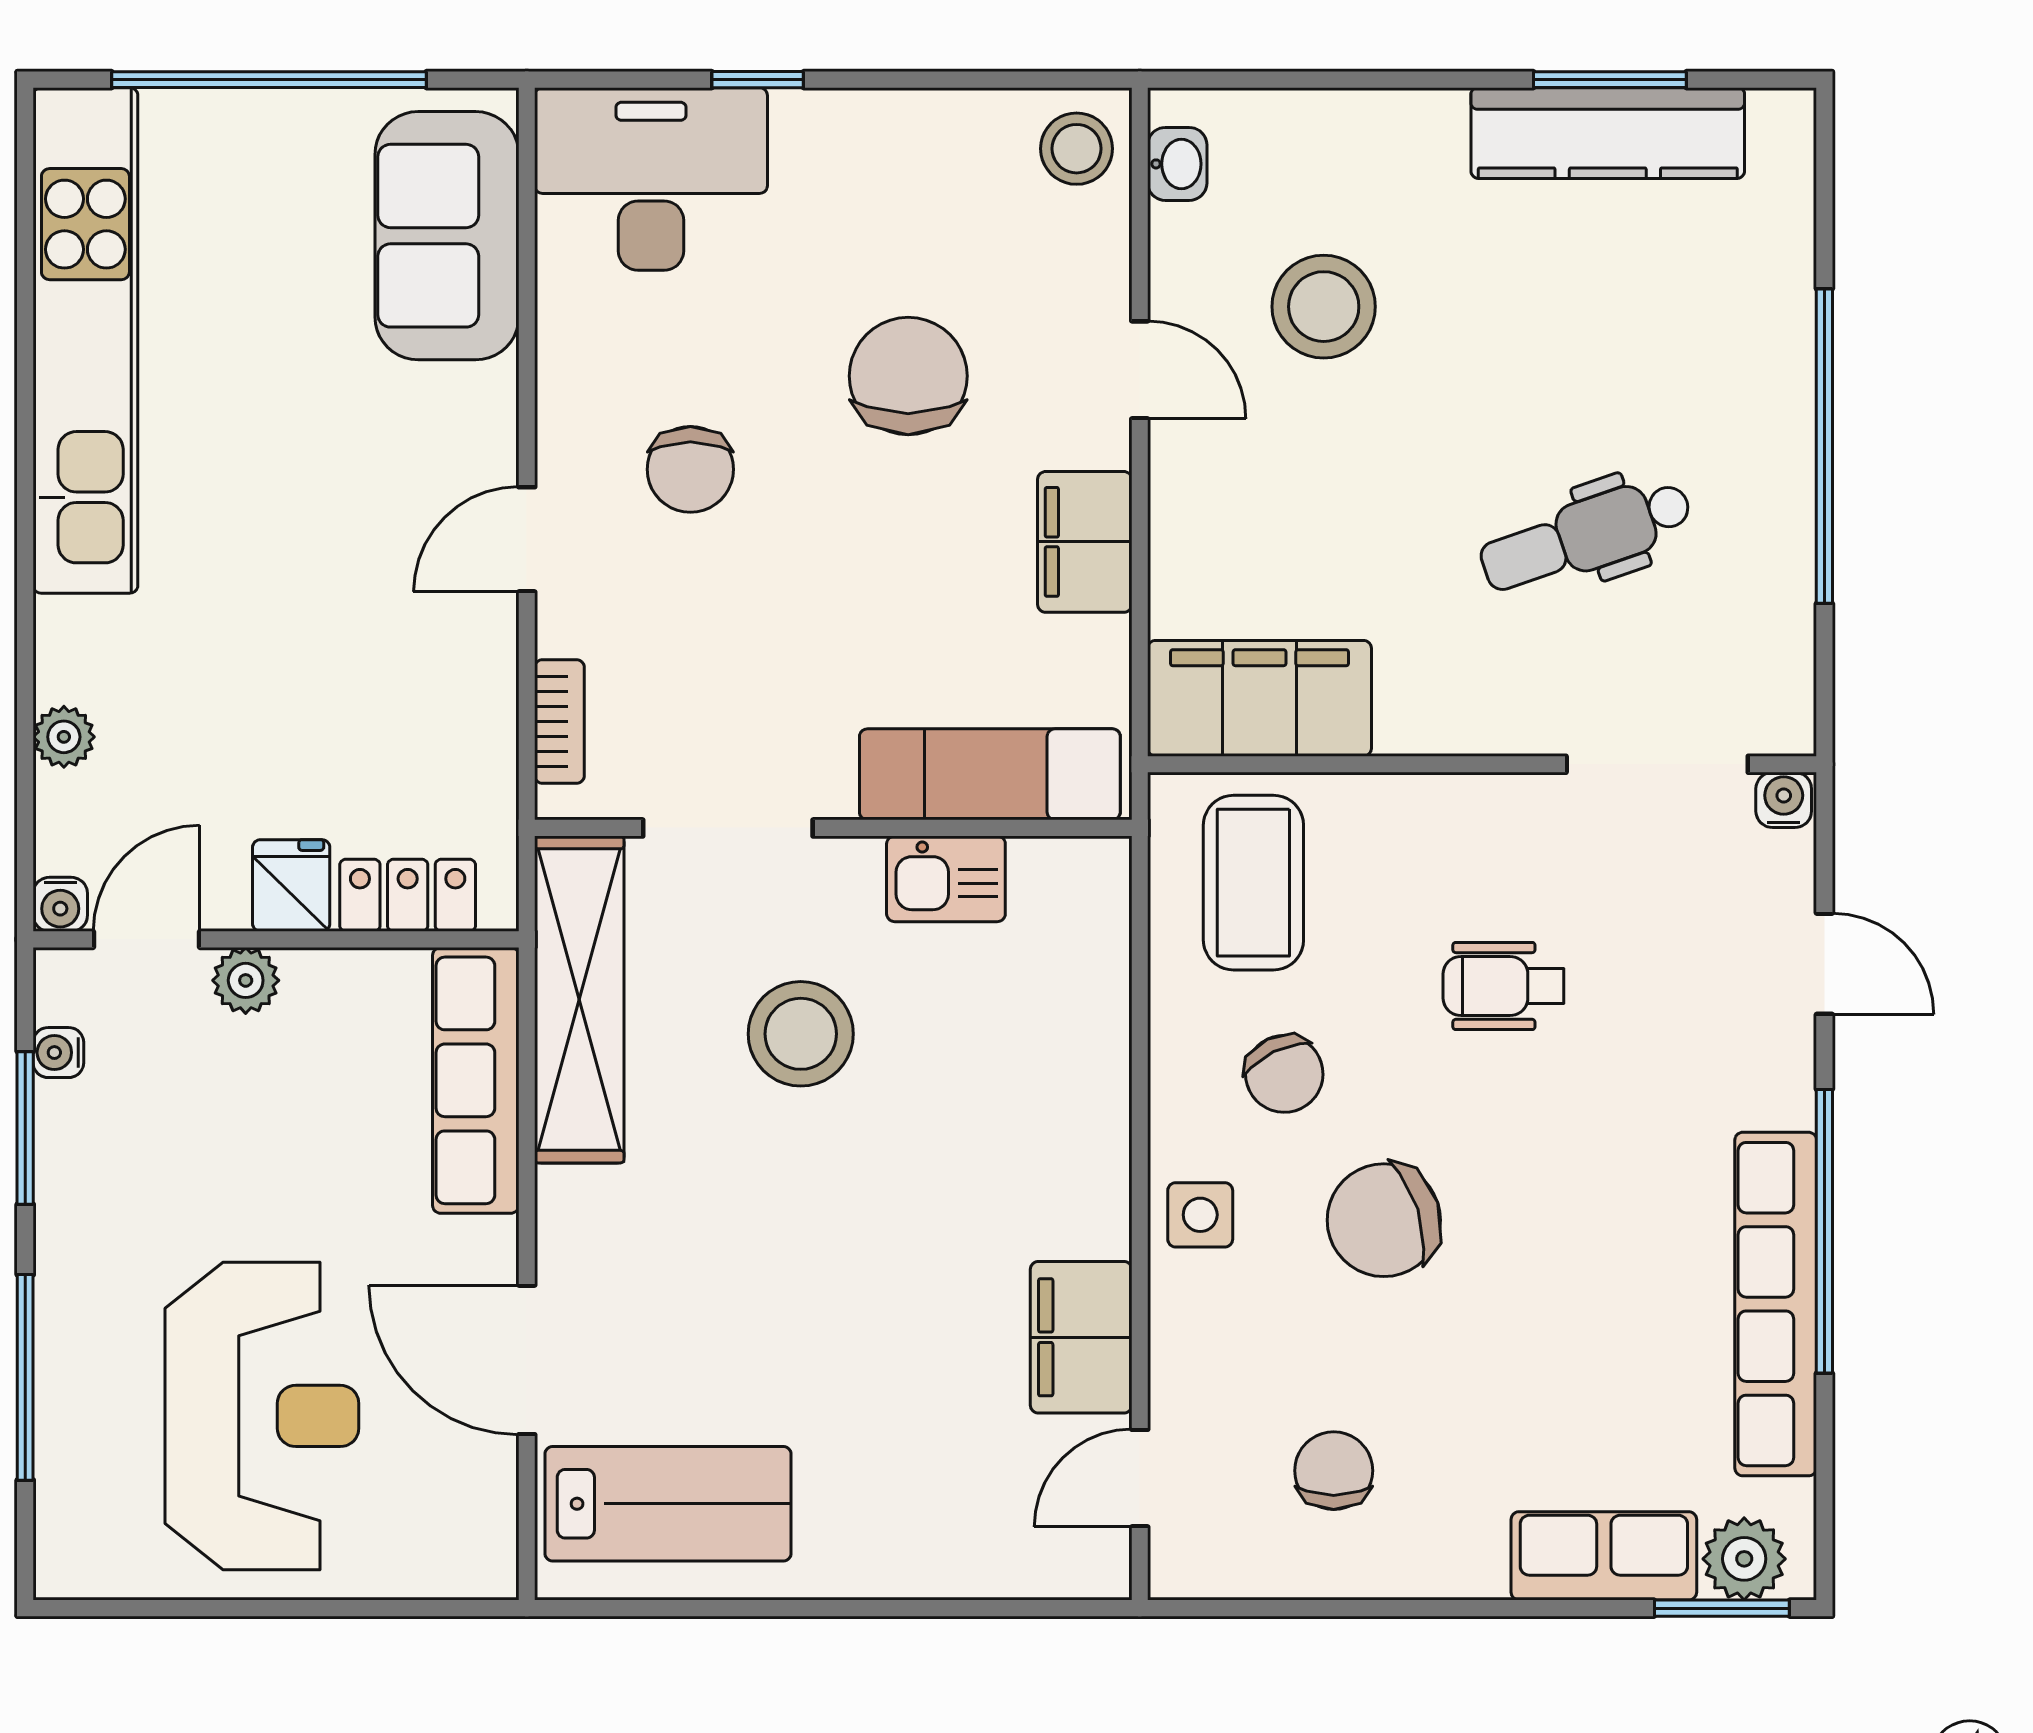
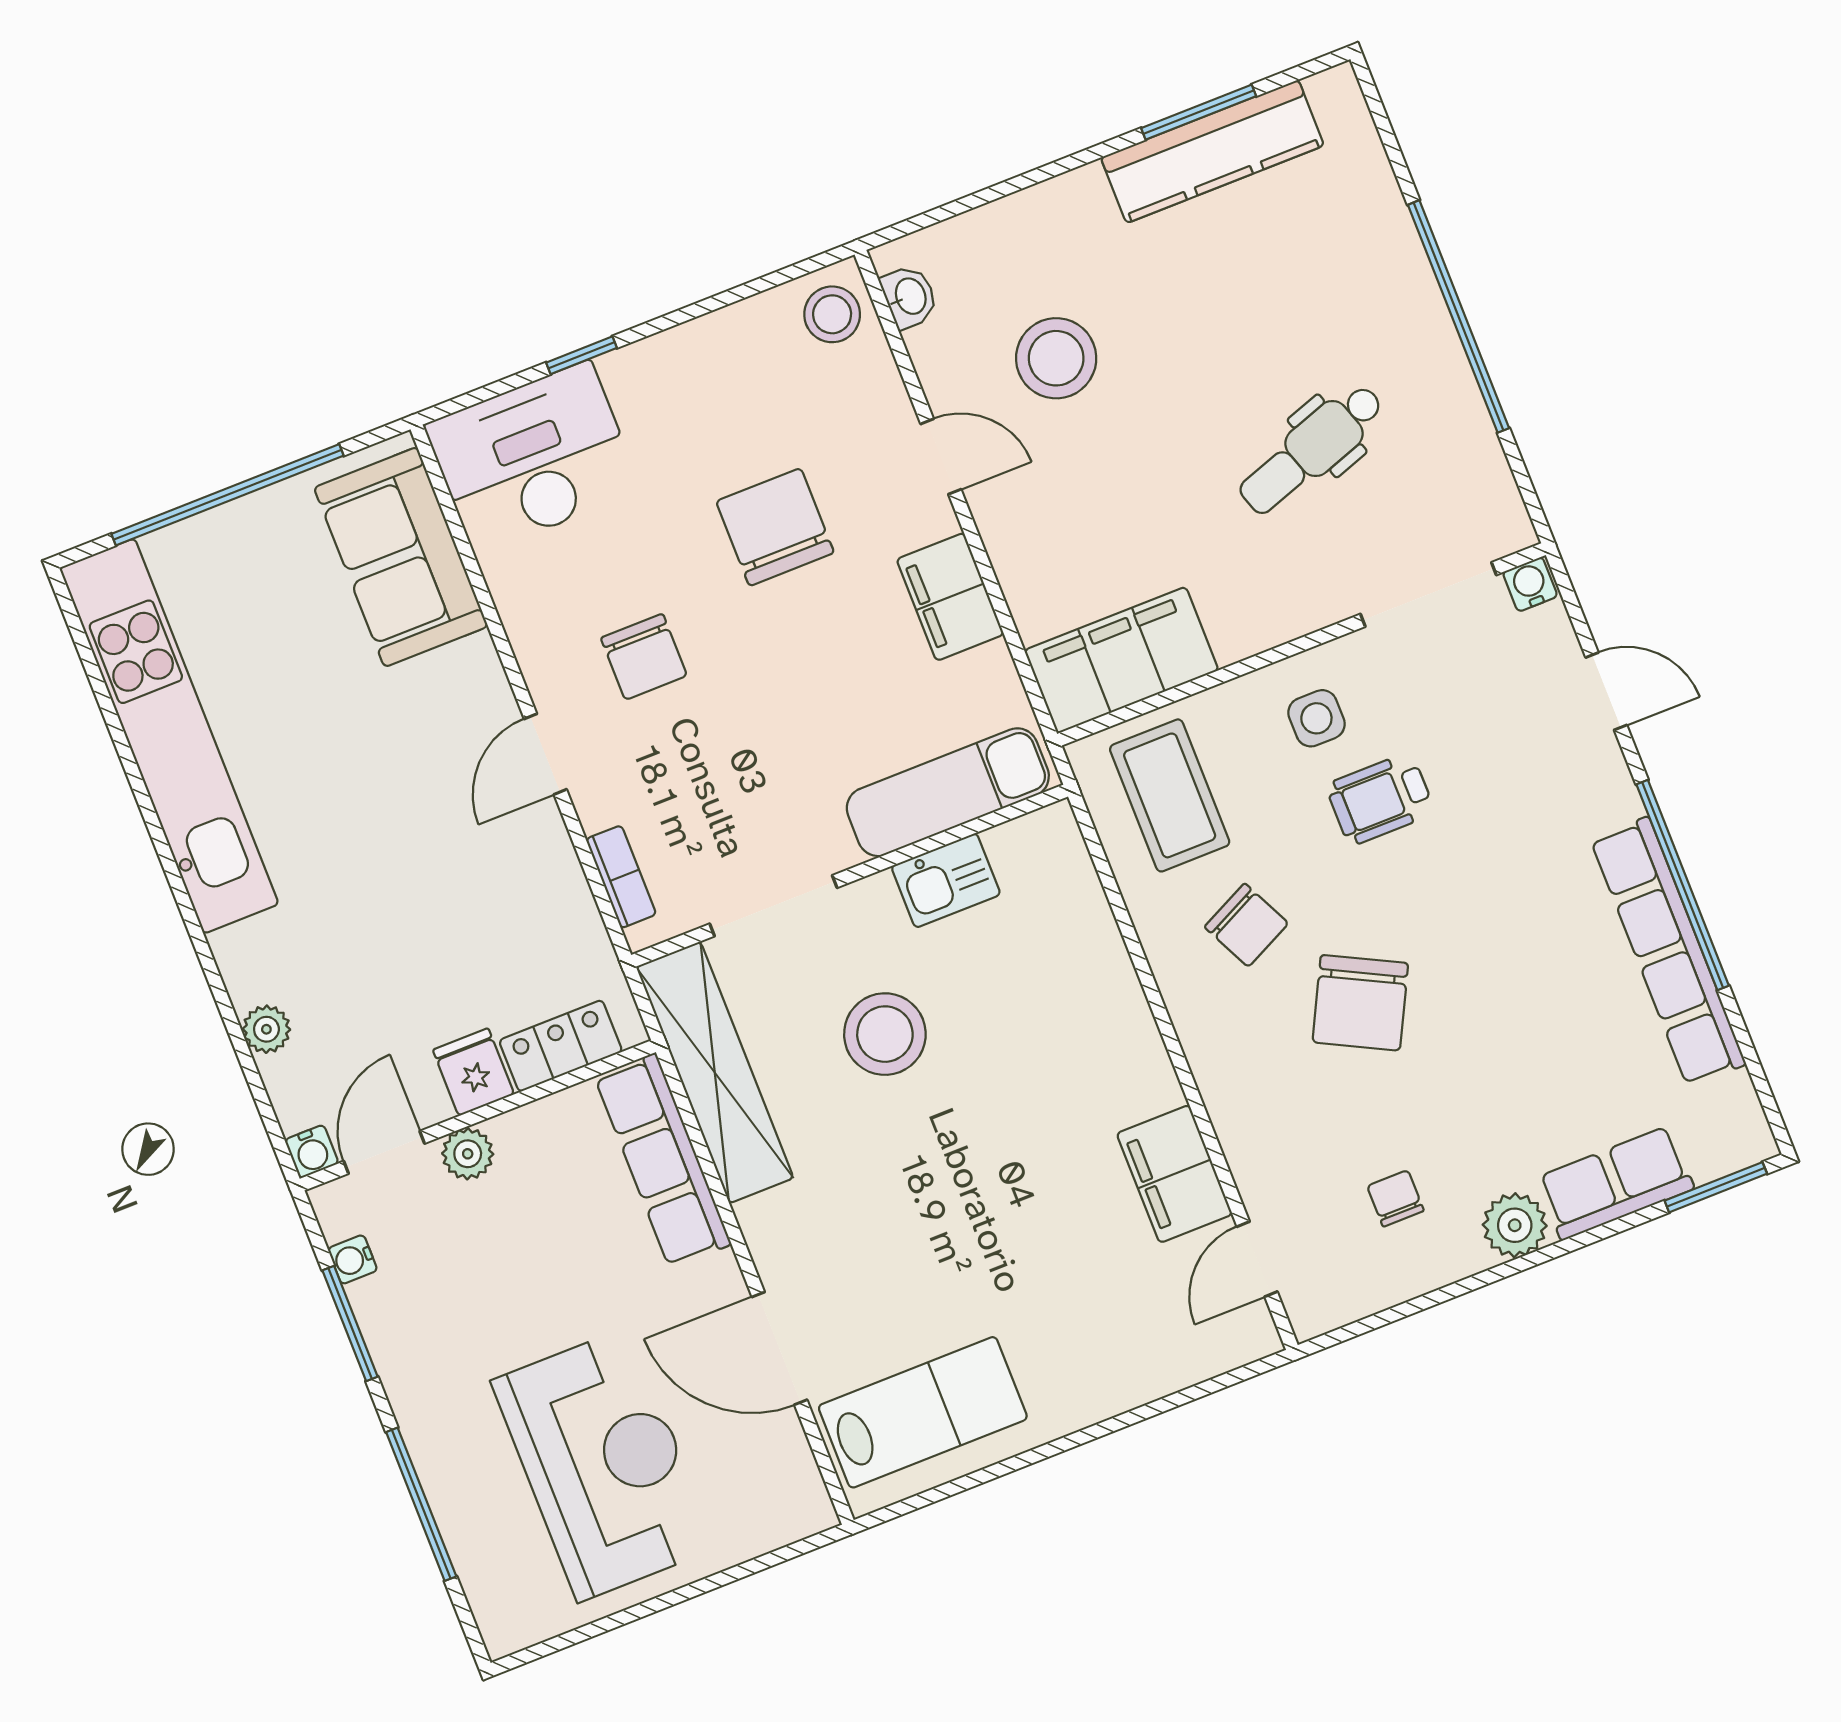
side table: (1200, 1215) -> (1316, 718), moved
chair: (1384, 1220) -> (1360, 1003), turned -45
chair: (1334, 1471) -> (1395, 1198), width x0.73, depth x0.73
plant: (1744, 1559) -> (1515, 1225), moved

